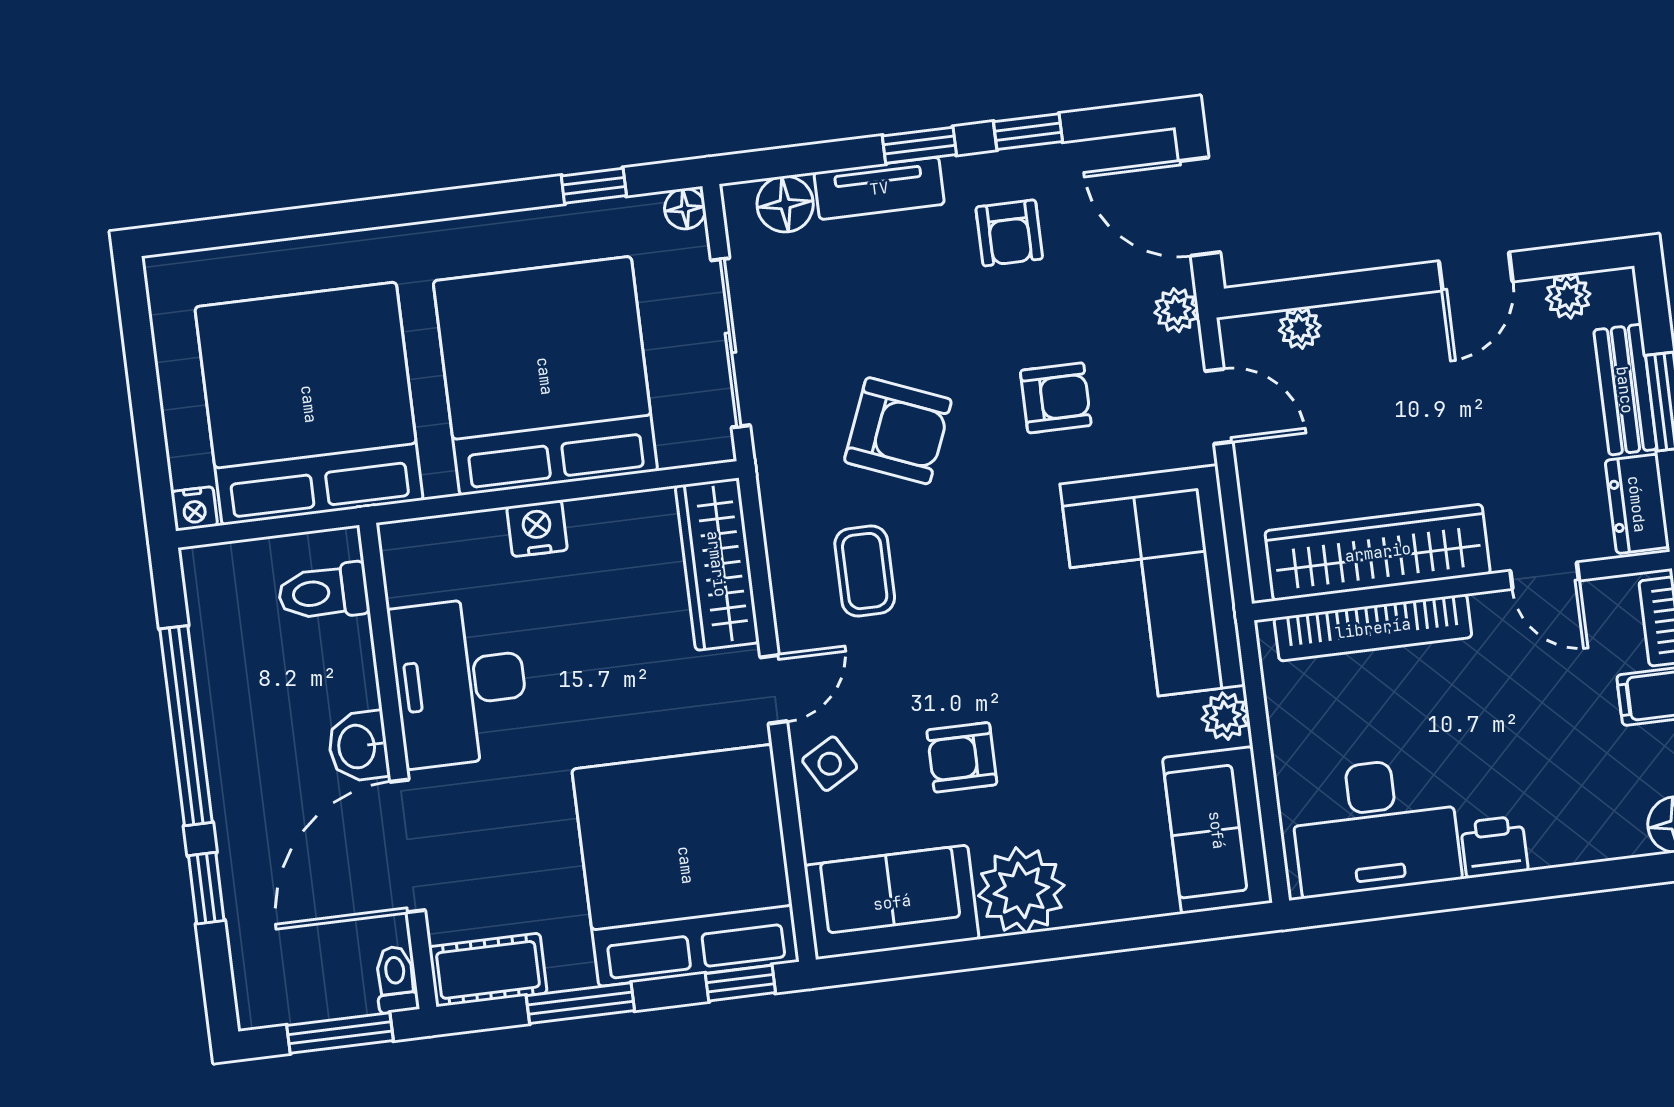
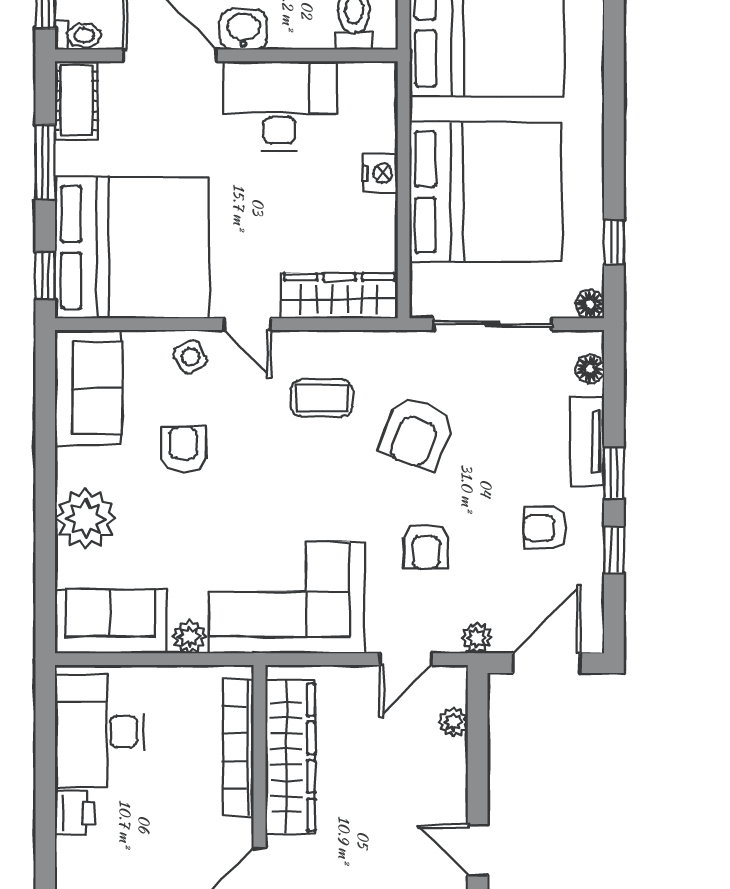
floor lamp: (785, 204) -> (590, 369), width x0.73, depth x0.73
plant: (1021, 890) -> (85, 519), moved

